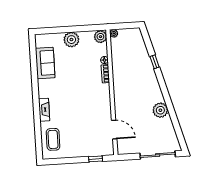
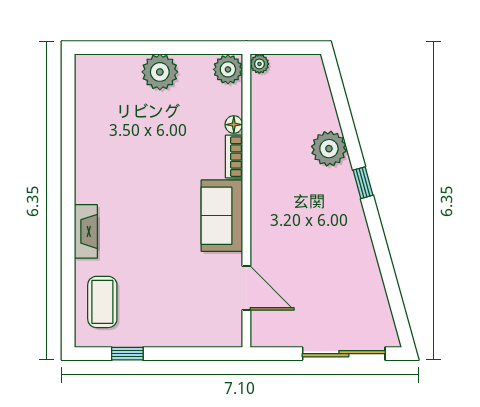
window: (155, 62) -> (363, 183), moved
sofa: (45, 63) -> (222, 216), moved, turned 180
plant: (160, 110) -> (329, 149), moved
window: (96, 159) -> (127, 354), moved

